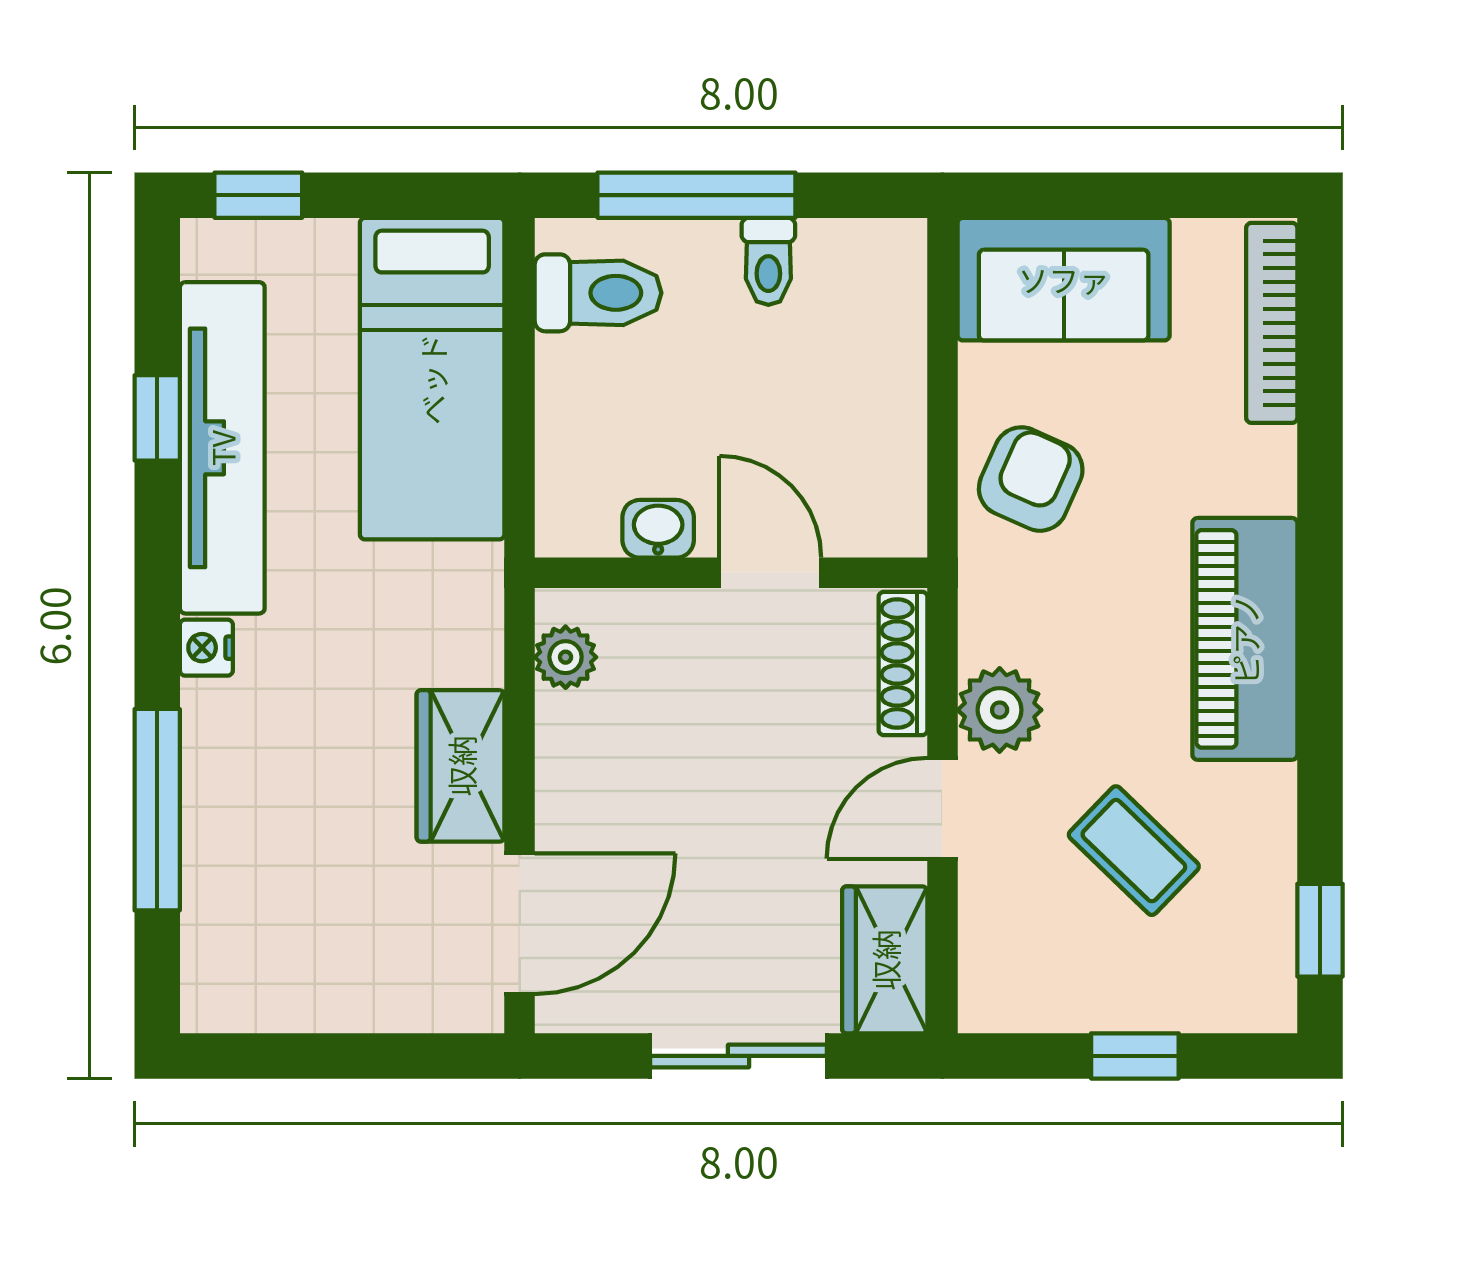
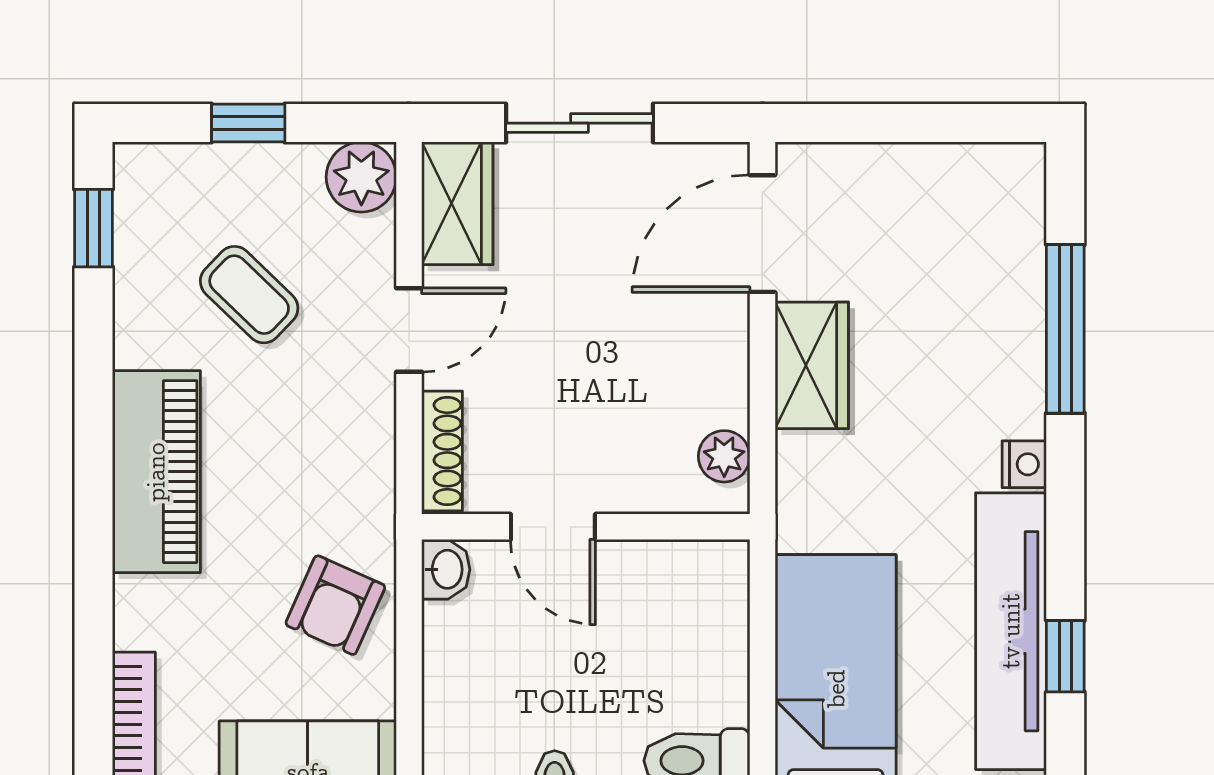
washbasin: (658, 529) -> (446, 569), moved, turned -90
plant: (1000, 710) -> (361, 177), moved

